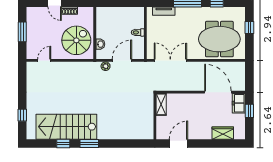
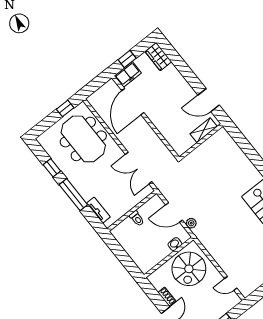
window: (249, 28) -> (65, 108), moved
spiral stairs: (76, 40) -> (189, 269), turned -90
shelving: (161, 104) -> (204, 130), moved
wardrobe: (223, 133) -> (158, 57), moved

